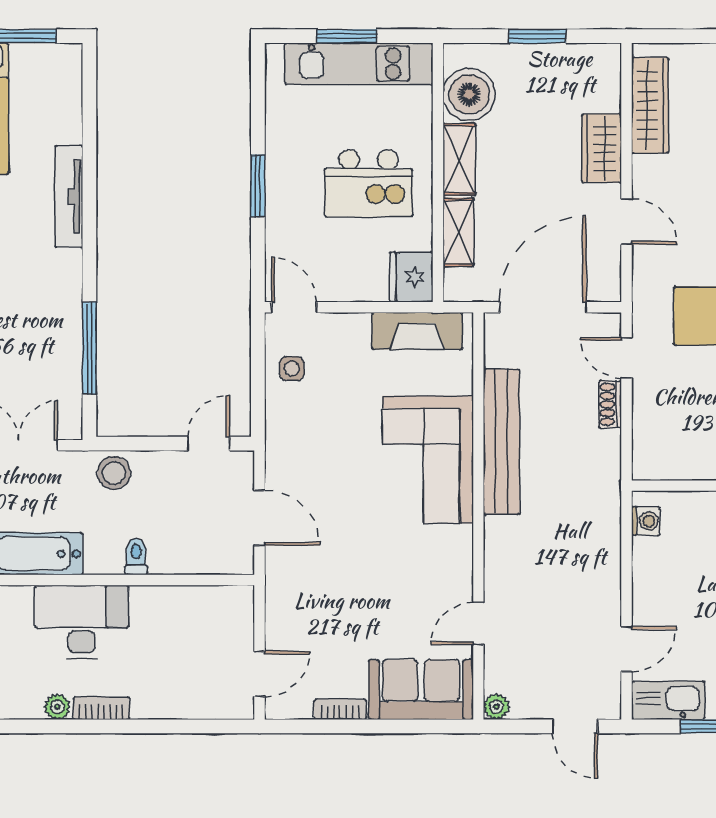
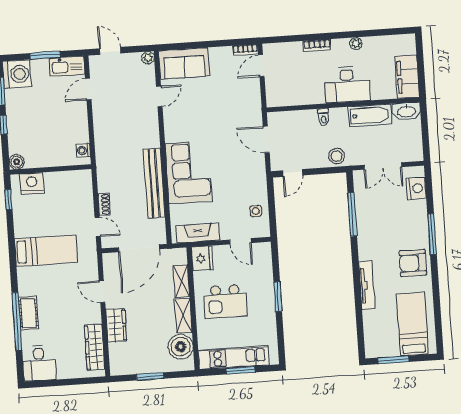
kitchen island: (369, 183) -> (225, 301), turned 180
door: (294, 307) -> (240, 241), moved
bookcase: (101, 708) -> (317, 45), moved
bookcase: (340, 709) -> (245, 50), moved

